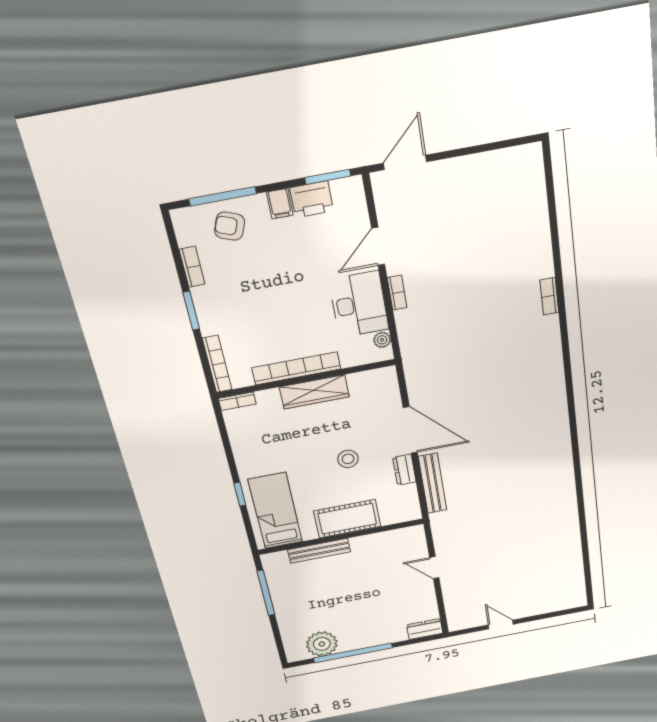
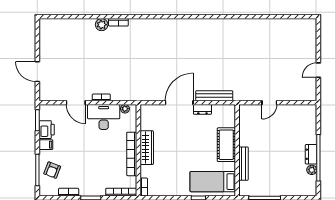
door: (405, 162) -> (37, 72), moved
plant: (542, 266) -> (102, 25), added
stool: (348, 459) -> (189, 138), removed
dresser: (425, 629) -> (311, 154), moved
plant: (322, 644) -> (312, 170), width x0.53, depth x0.53

